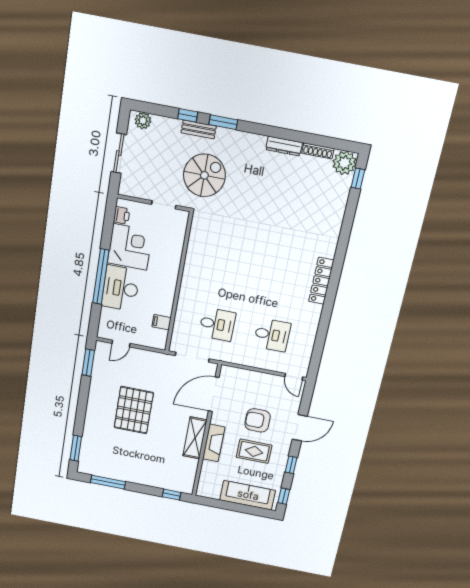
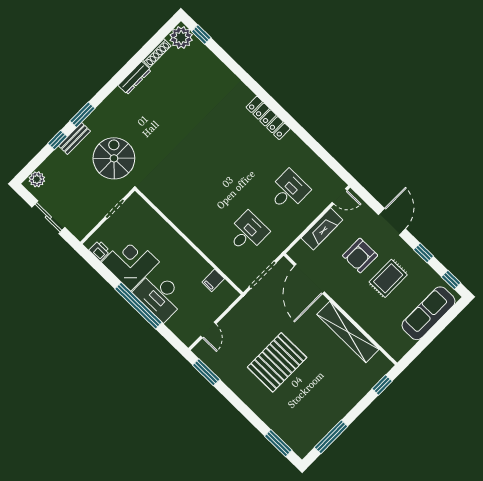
pallet: (134, 410) -> (277, 362), turned 90
shelving: (195, 438) -> (348, 332), width x1.47
fireplace: (214, 443) -> (322, 229), moved, turned 90

